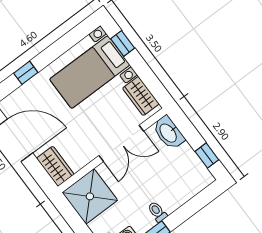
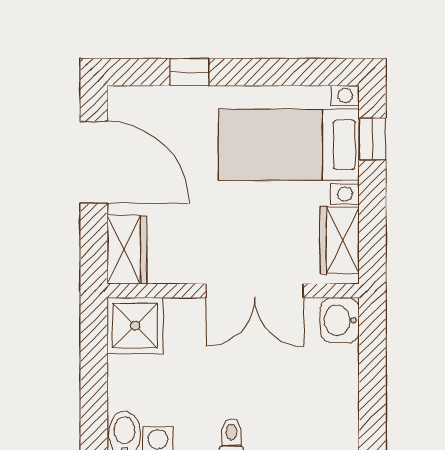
washbasin: (169, 133) -> (340, 320), width x0.72
window: (207, 156) -> (372, 408), removed
shower: (90, 196) -> (135, 326), width x0.73, depth x0.73

